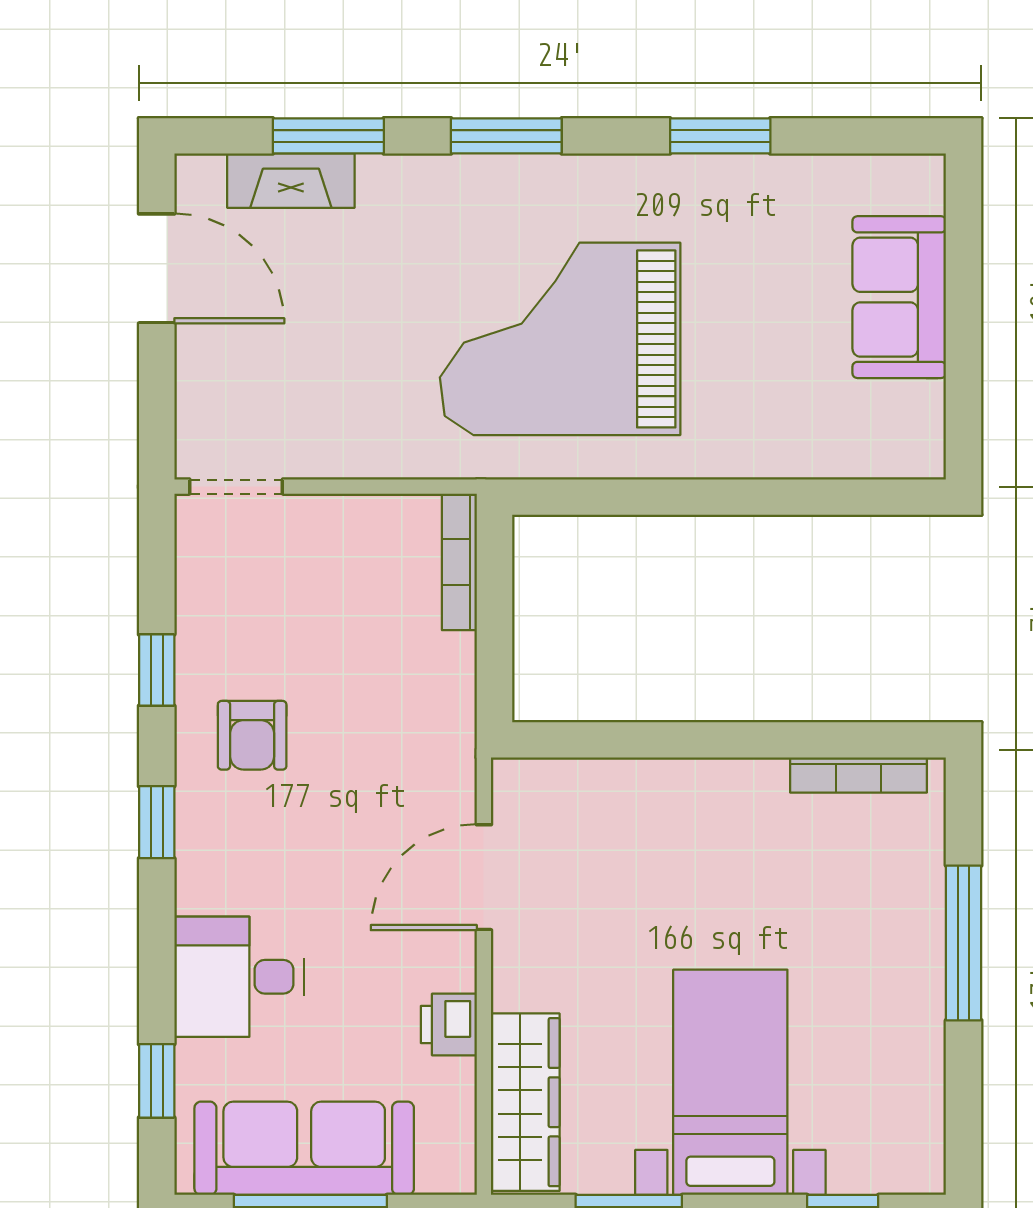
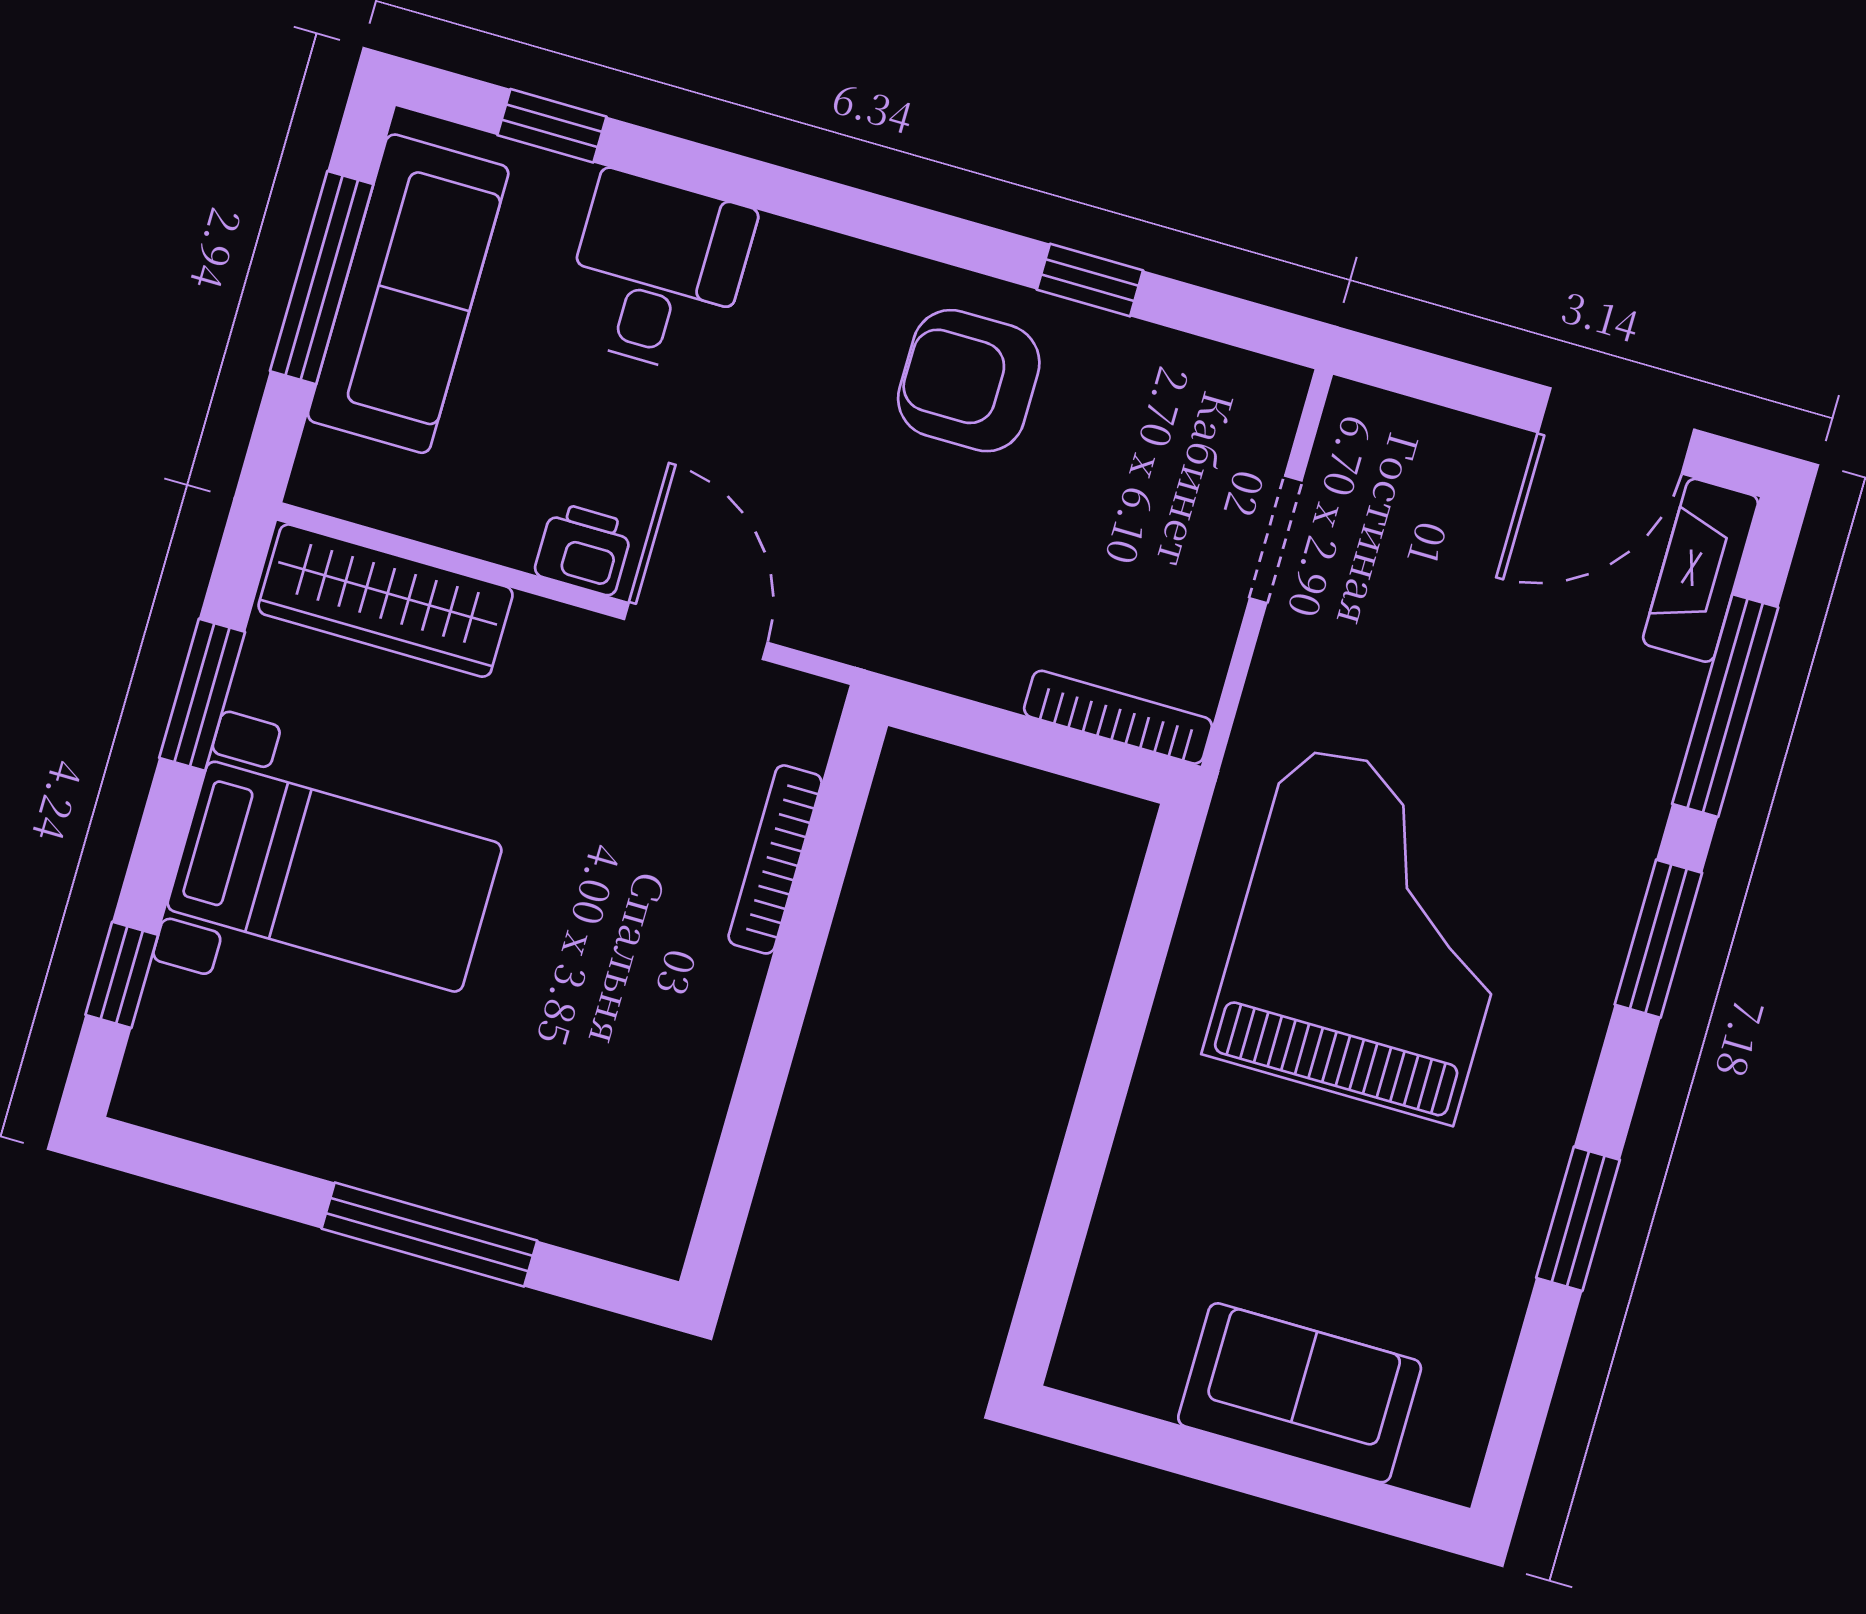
window: (328, 136) -> (1725, 706), width x1.44
fireplace: (291, 181) -> (1701, 570), moved
doorway: (236, 487) -> (1276, 539), moved
armchair: (252, 735) -> (969, 381), width x1.38, depth x1.38
bookcase: (859, 775) -> (775, 859), moved
window: (157, 822) -> (891, 223), removed
printer: (449, 1025) -> (584, 549), moved

